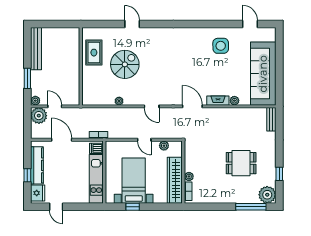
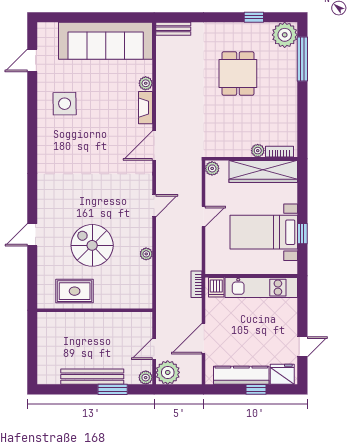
bench: (36, 49) -> (92, 377), moved
plant: (164, 146) -> (212, 168), moved

